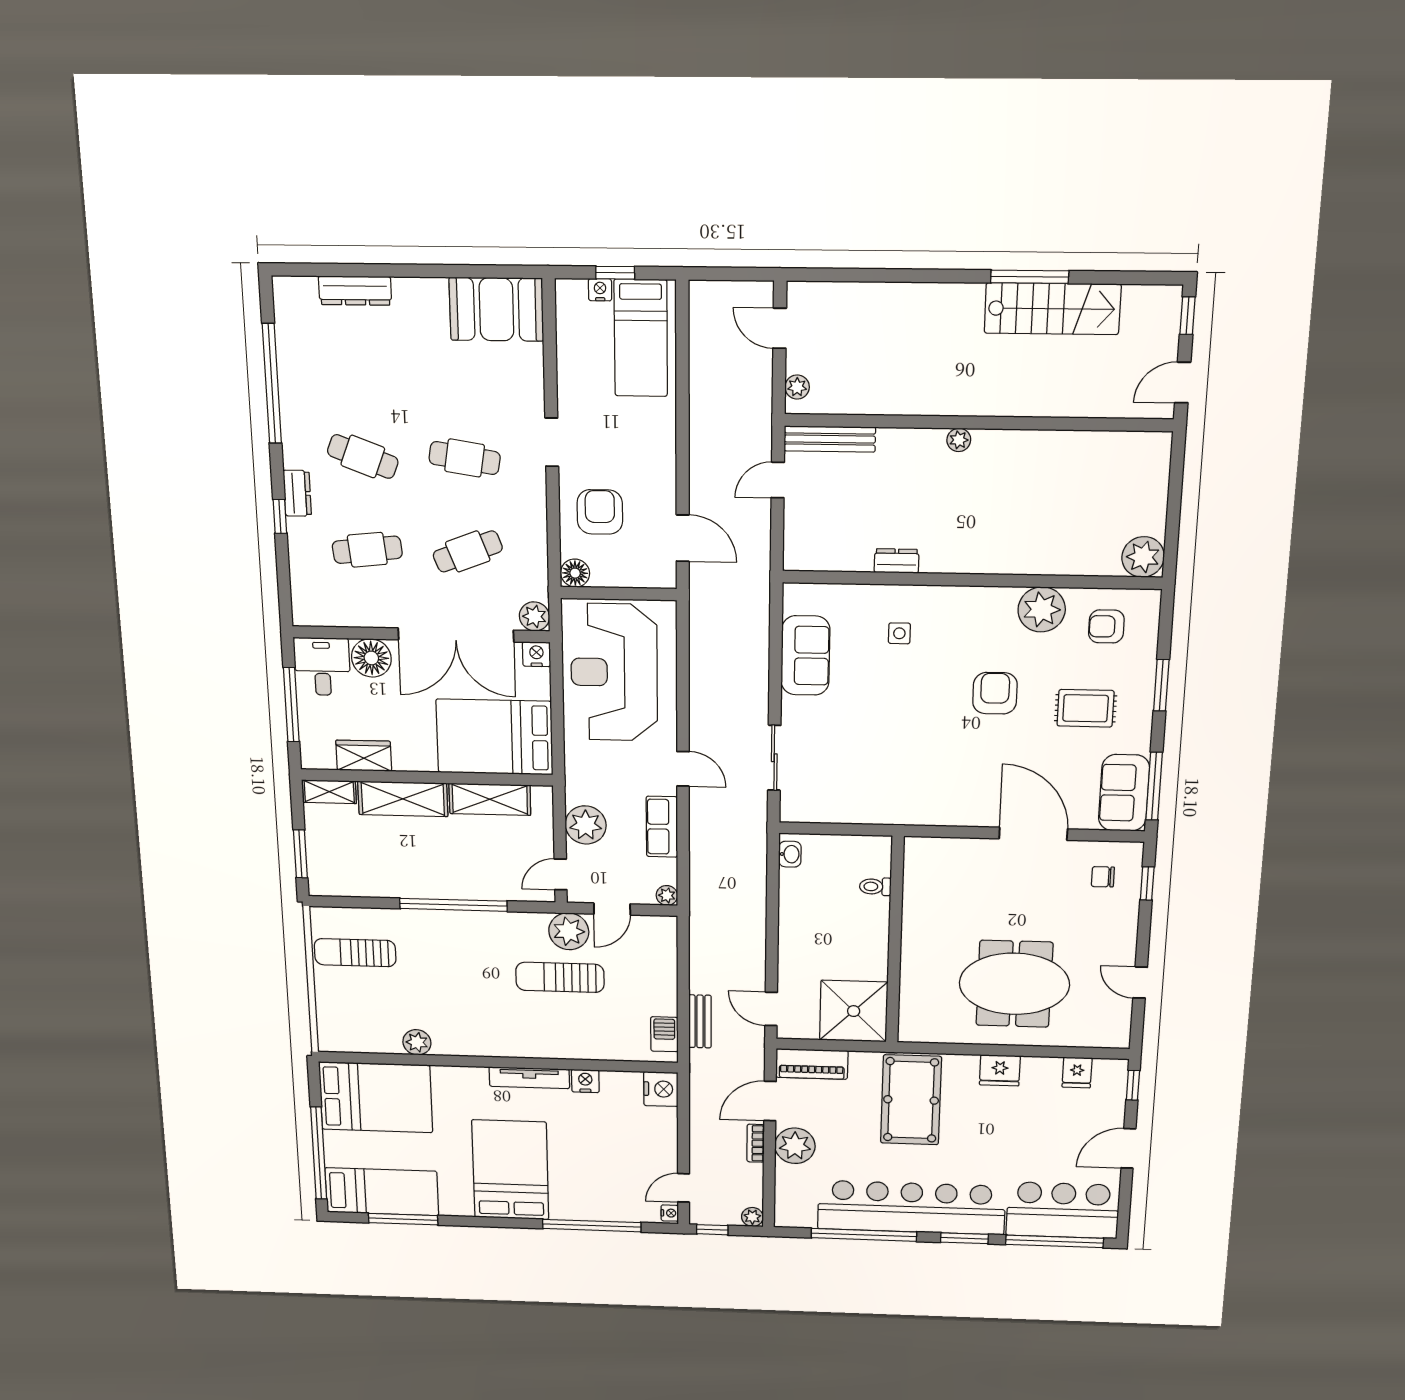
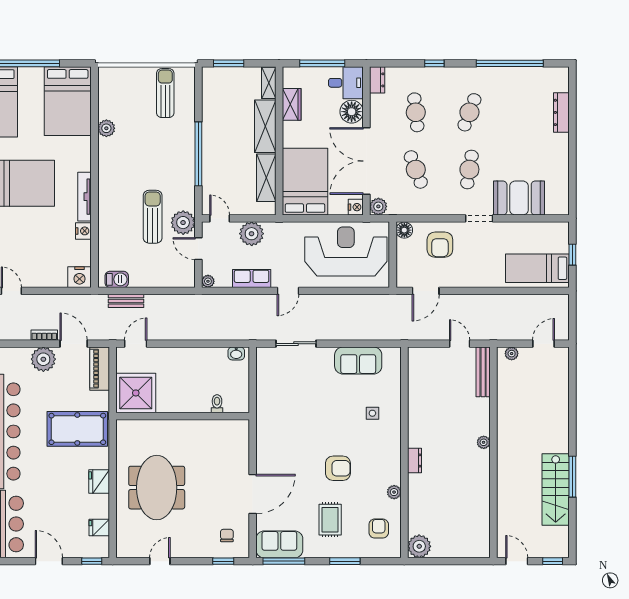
nightstand: (600, 290) -> (563, 246), removed
booth: (496, 309) -> (519, 198), moved, turned 90
dresser: (297, 493) -> (377, 80), moved, turned -90
armchair: (600, 512) -> (440, 245), turned 90
dresser: (897, 561) -> (415, 461), moved
plant: (1042, 609) -> (394, 492), width x0.53, depth x0.53

